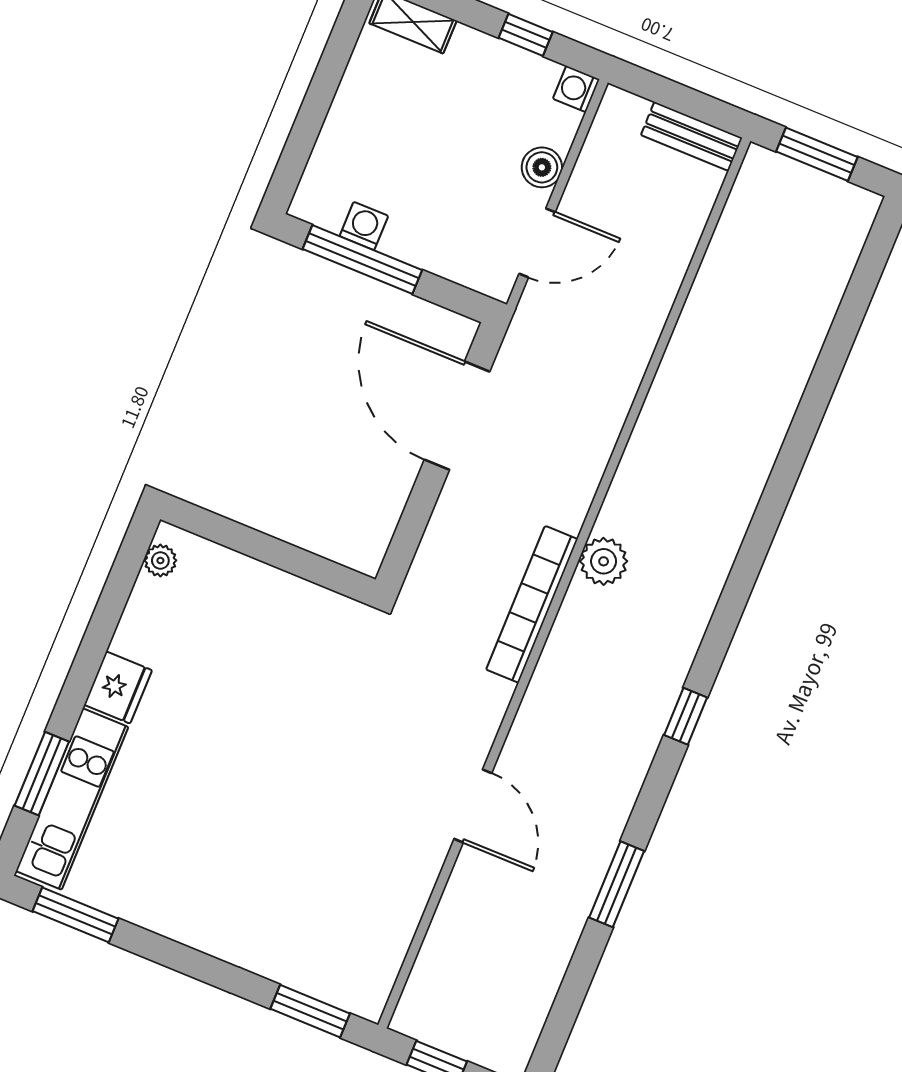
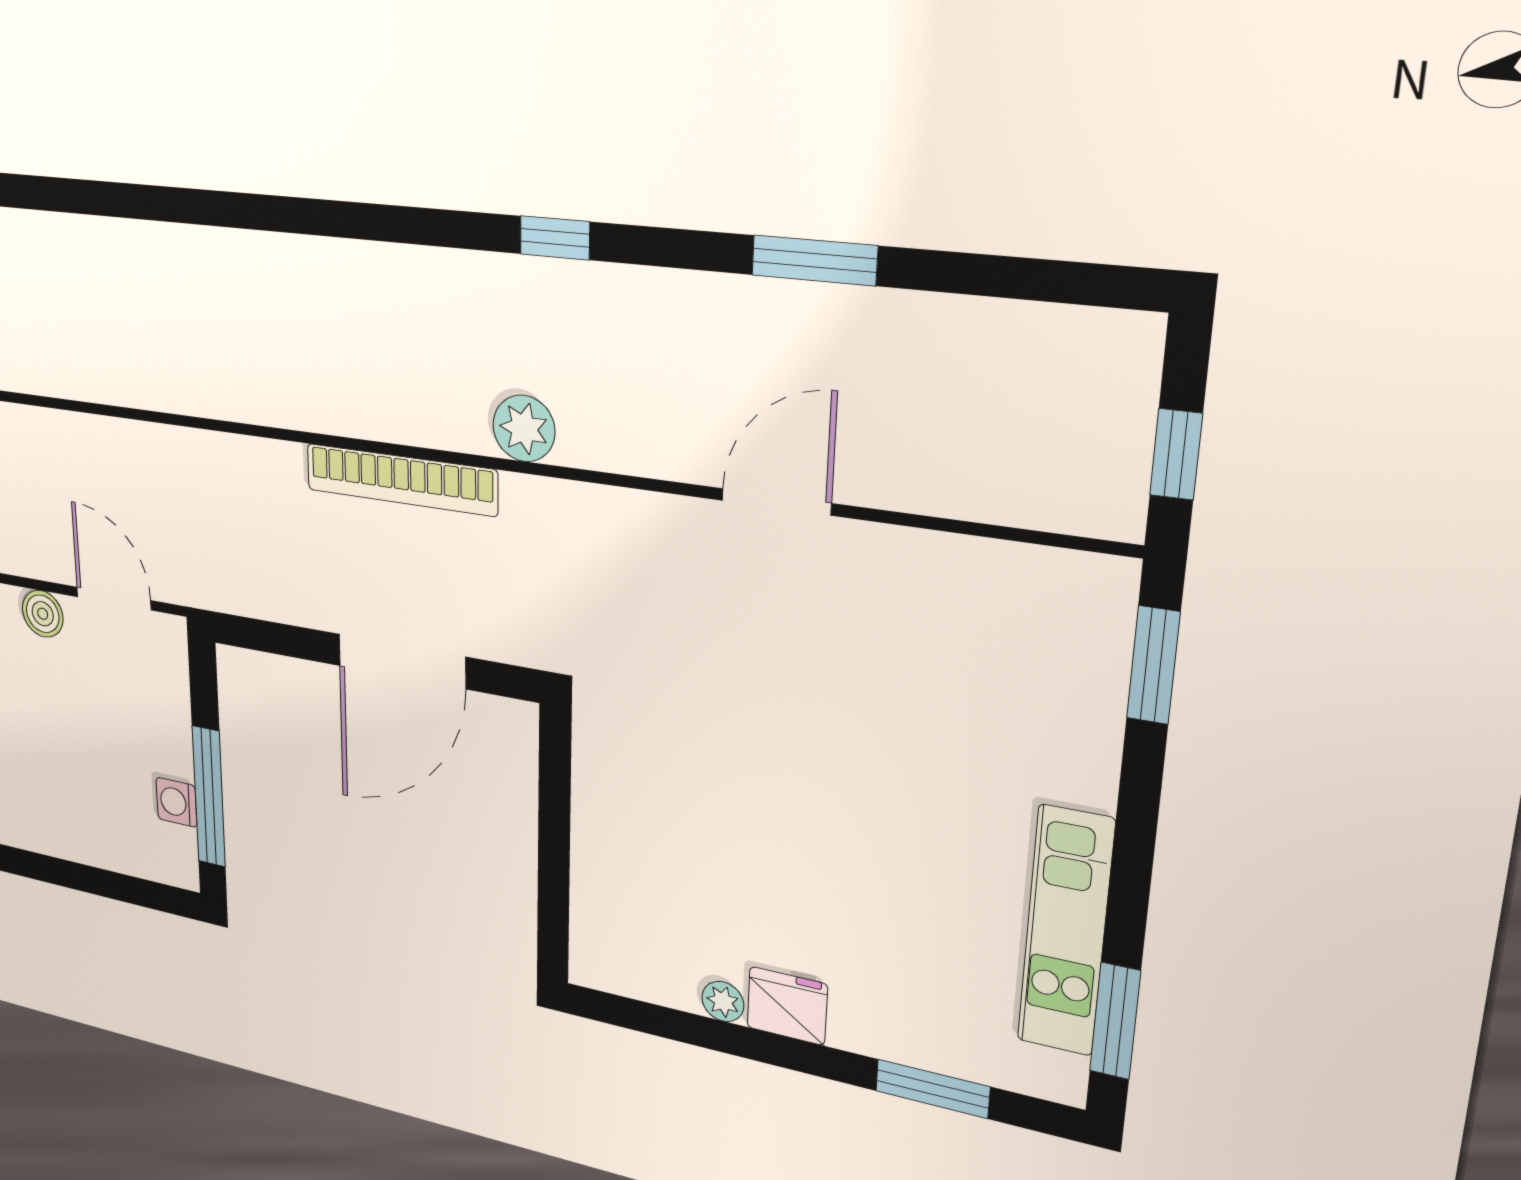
door: (457, 416) -> (402, 661), moved
plant: (160, 561) -> (723, 1002), moved
plant: (604, 561) -> (524, 428), moved
bookcase: (532, 604) -> (401, 480), moved
kitchen unit: (72, 799) -> (1066, 931), moved, turned -90

